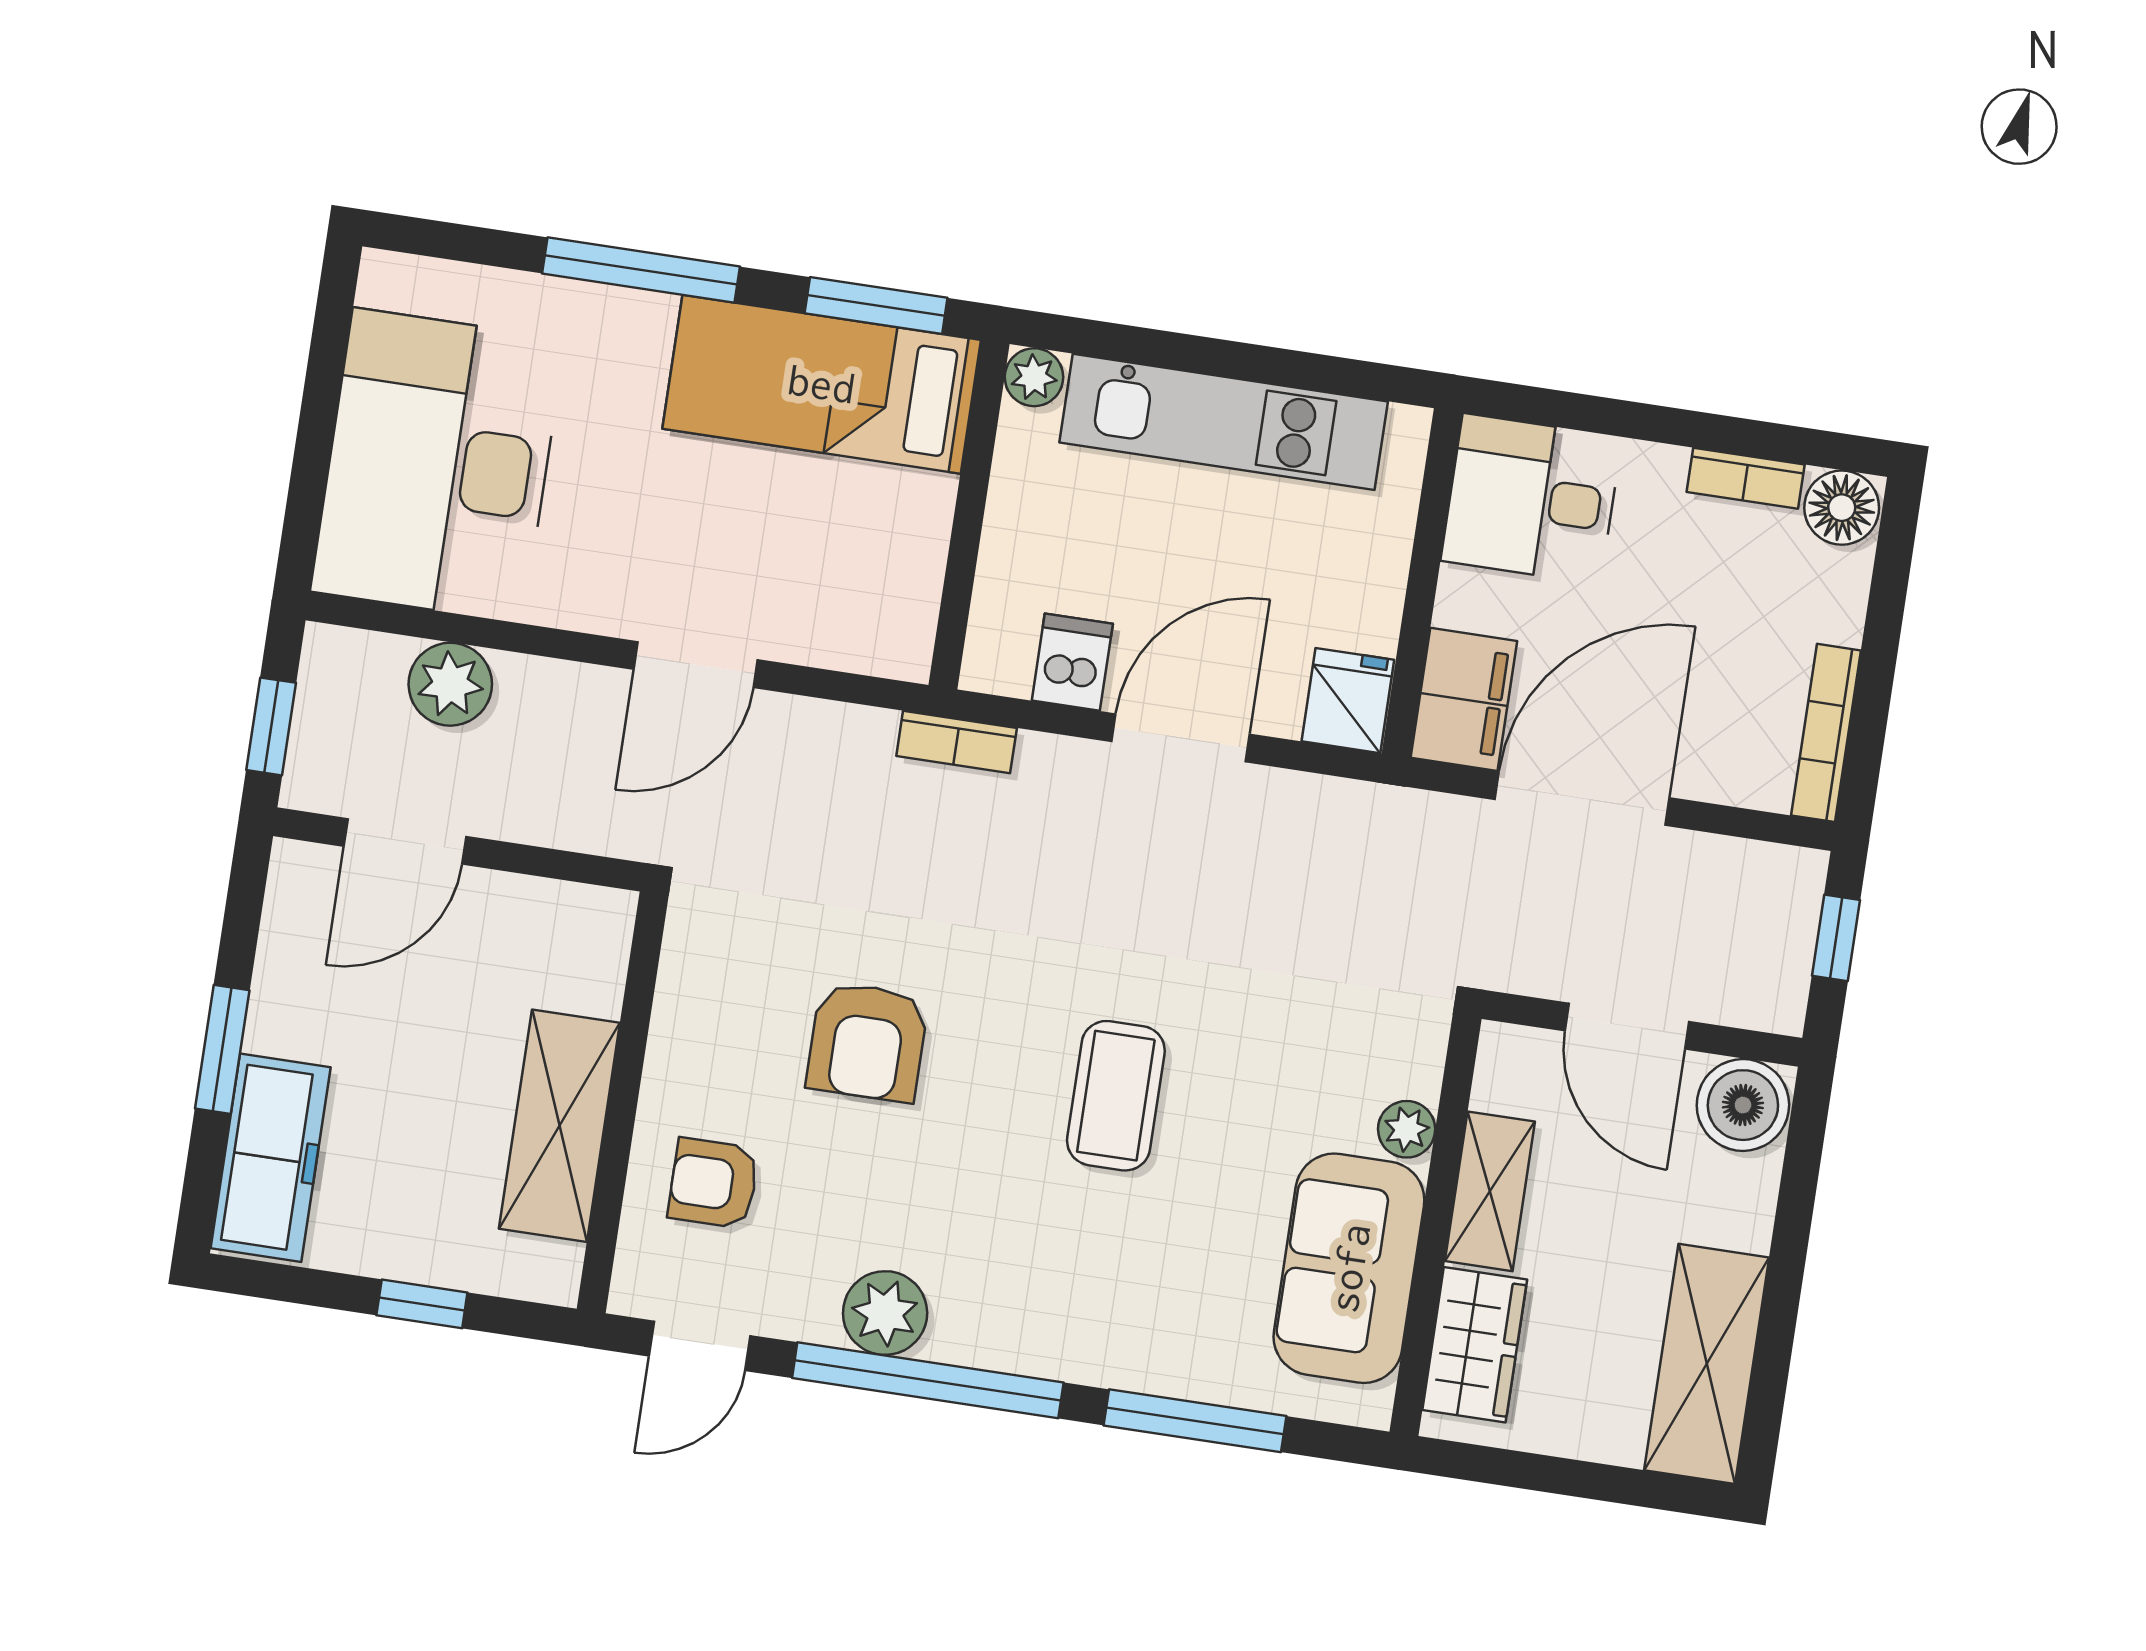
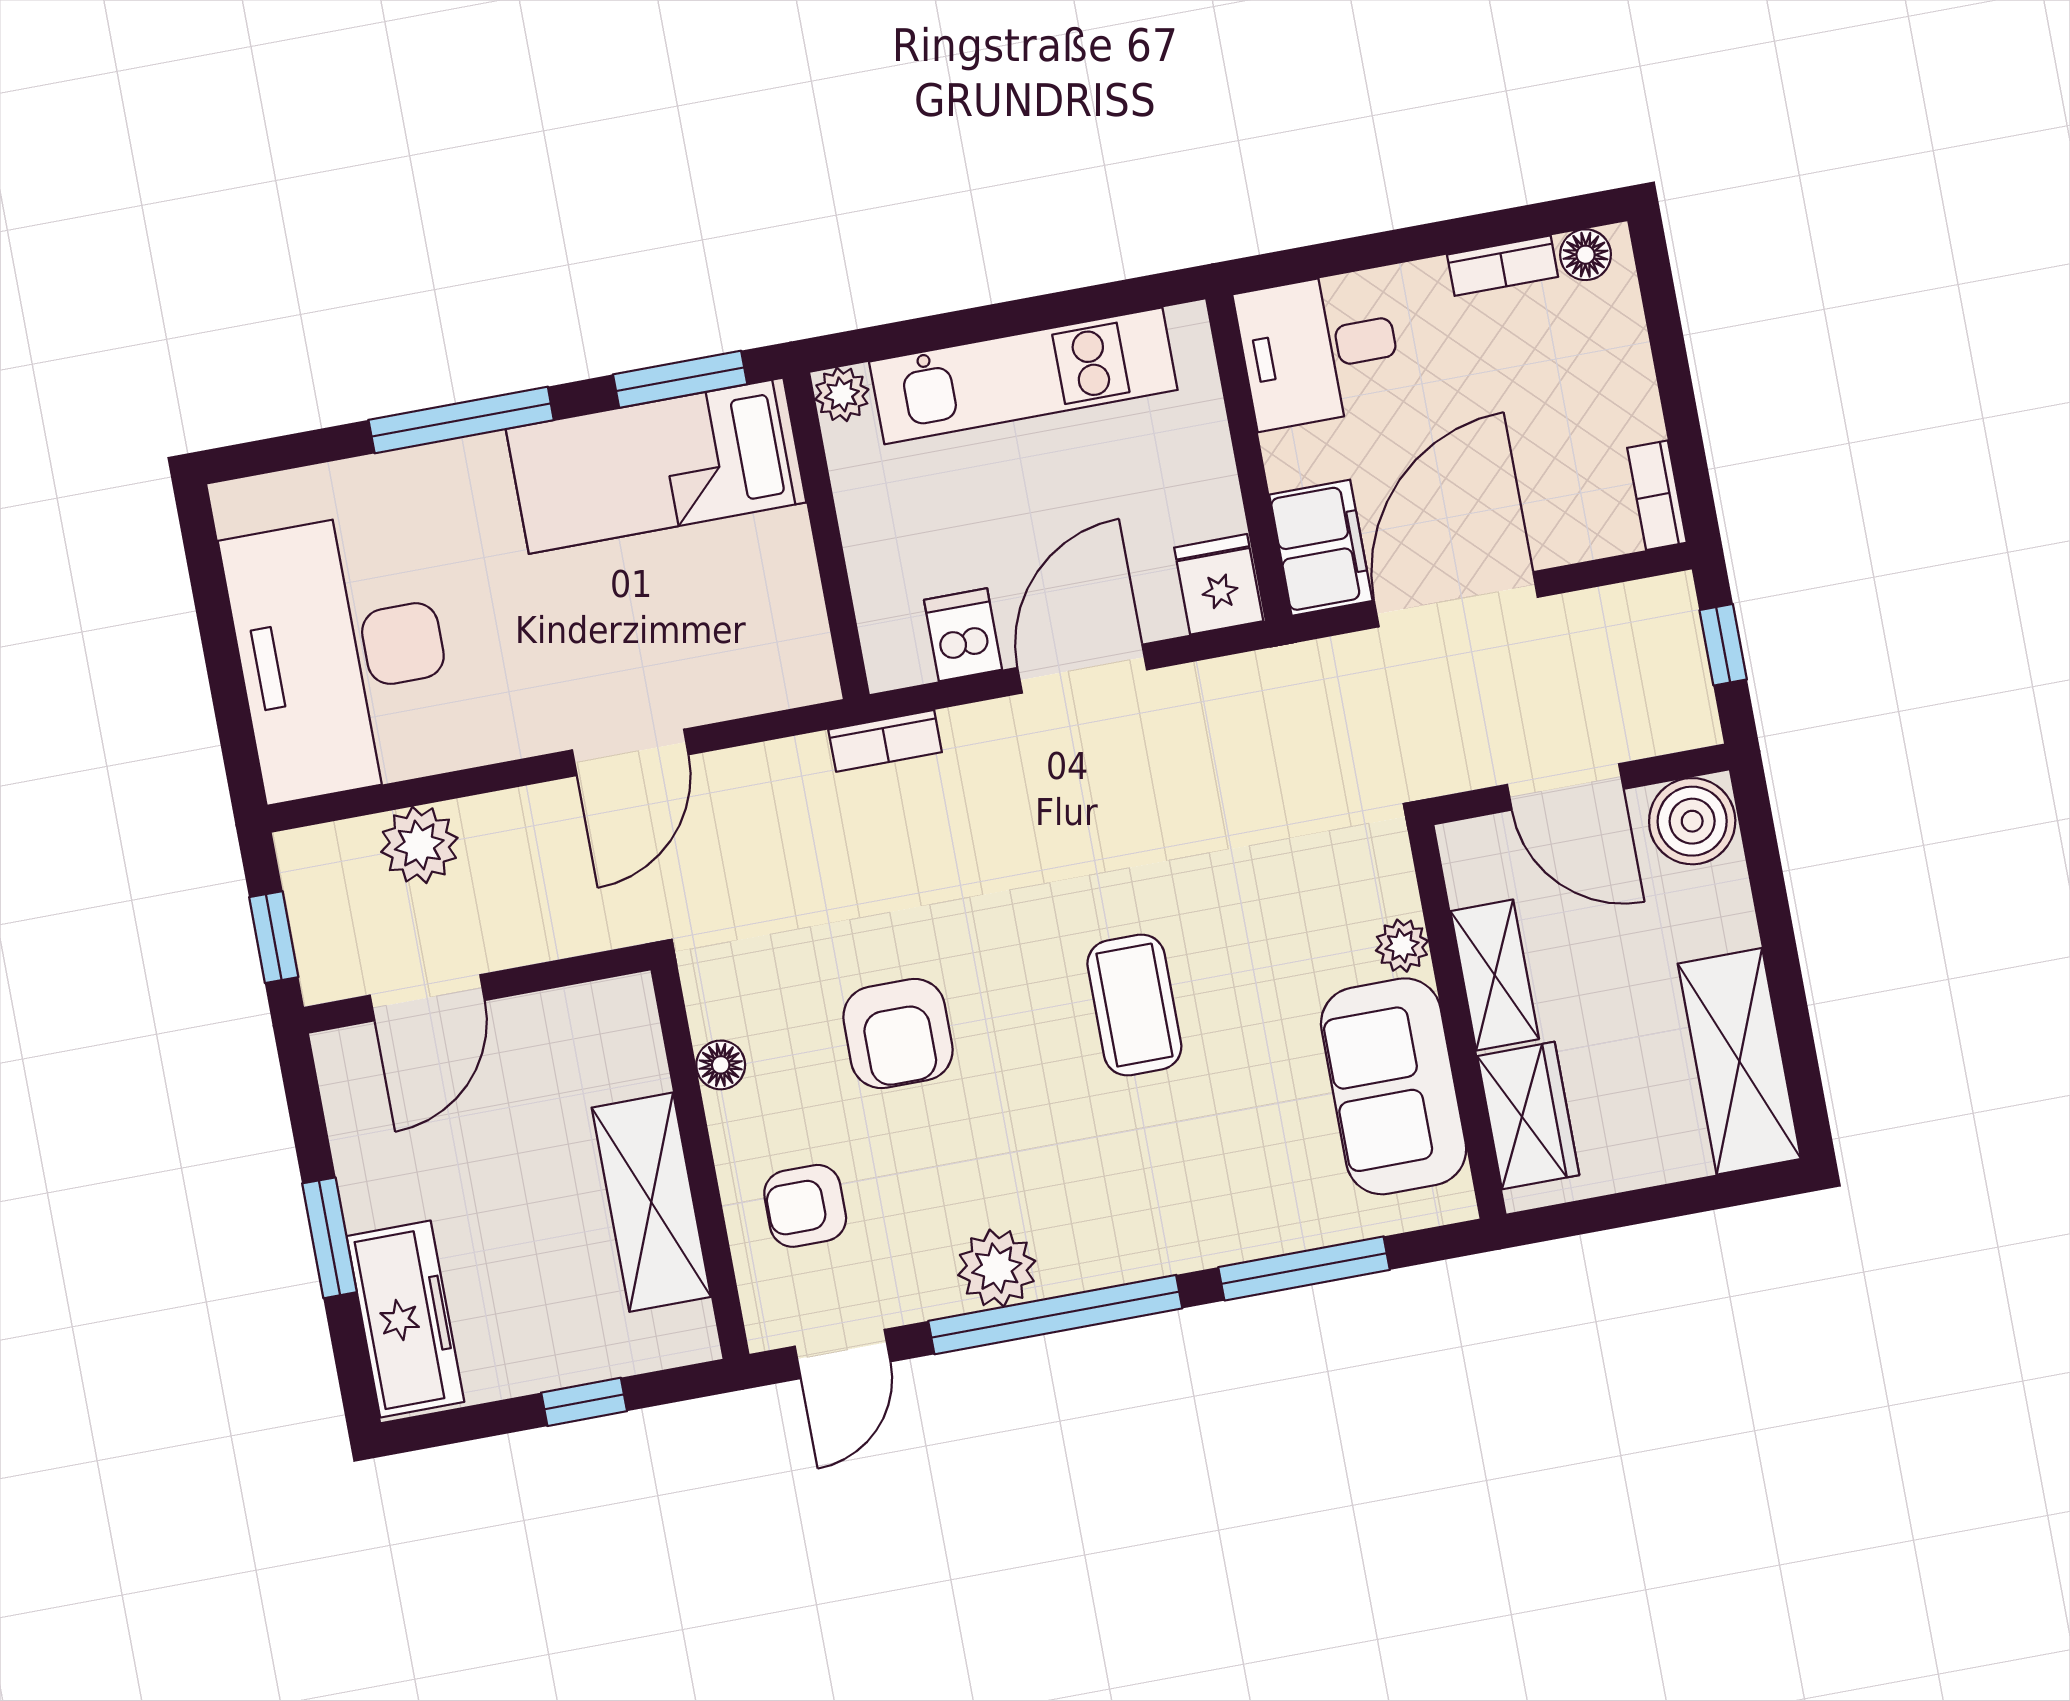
floor lamp: (1842, 508) -> (1586, 255), width x0.73, depth x0.73
bookcase: (1826, 733) -> (1657, 495), width x0.64
floor lamp: (677, 1012) -> (721, 1065), added

